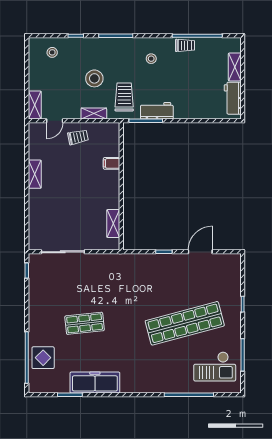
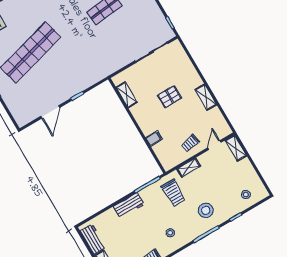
stool: (94, 78) -> (206, 210), moved
workbench: (157, 111) -> (129, 205), moved
pallet: (71, 196) -> (170, 97), added

